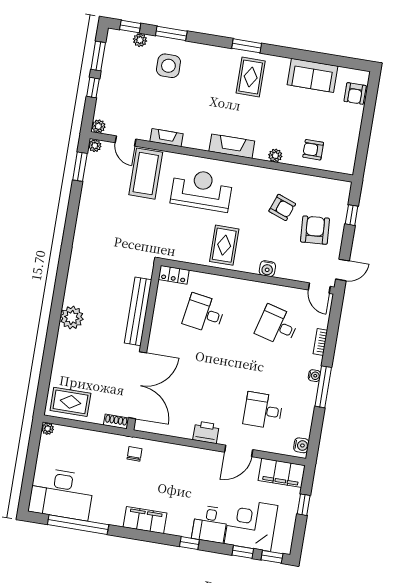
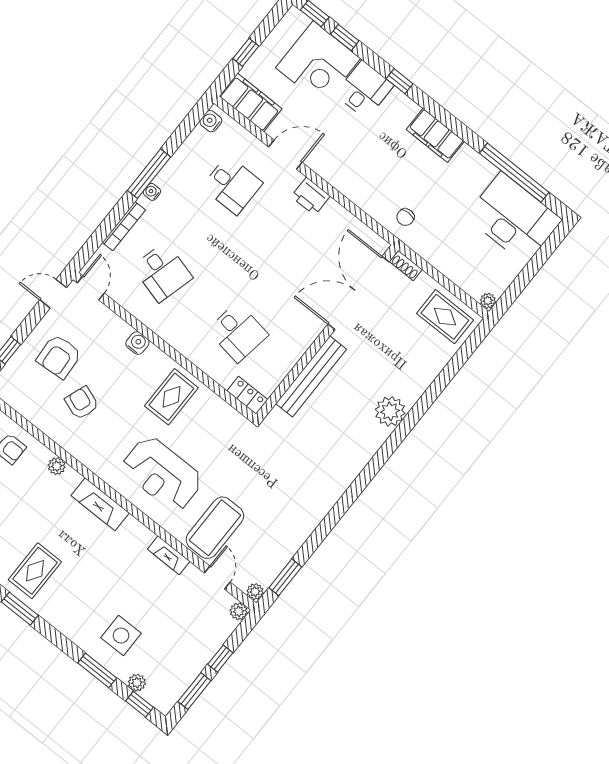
bookcase: (320, 342) -> (124, 226), width x1.56

